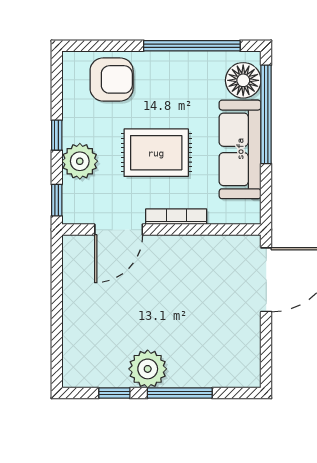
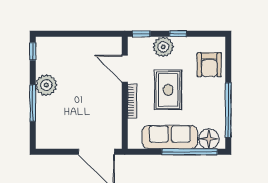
window: (114, 393) -> (33, 51), moved

